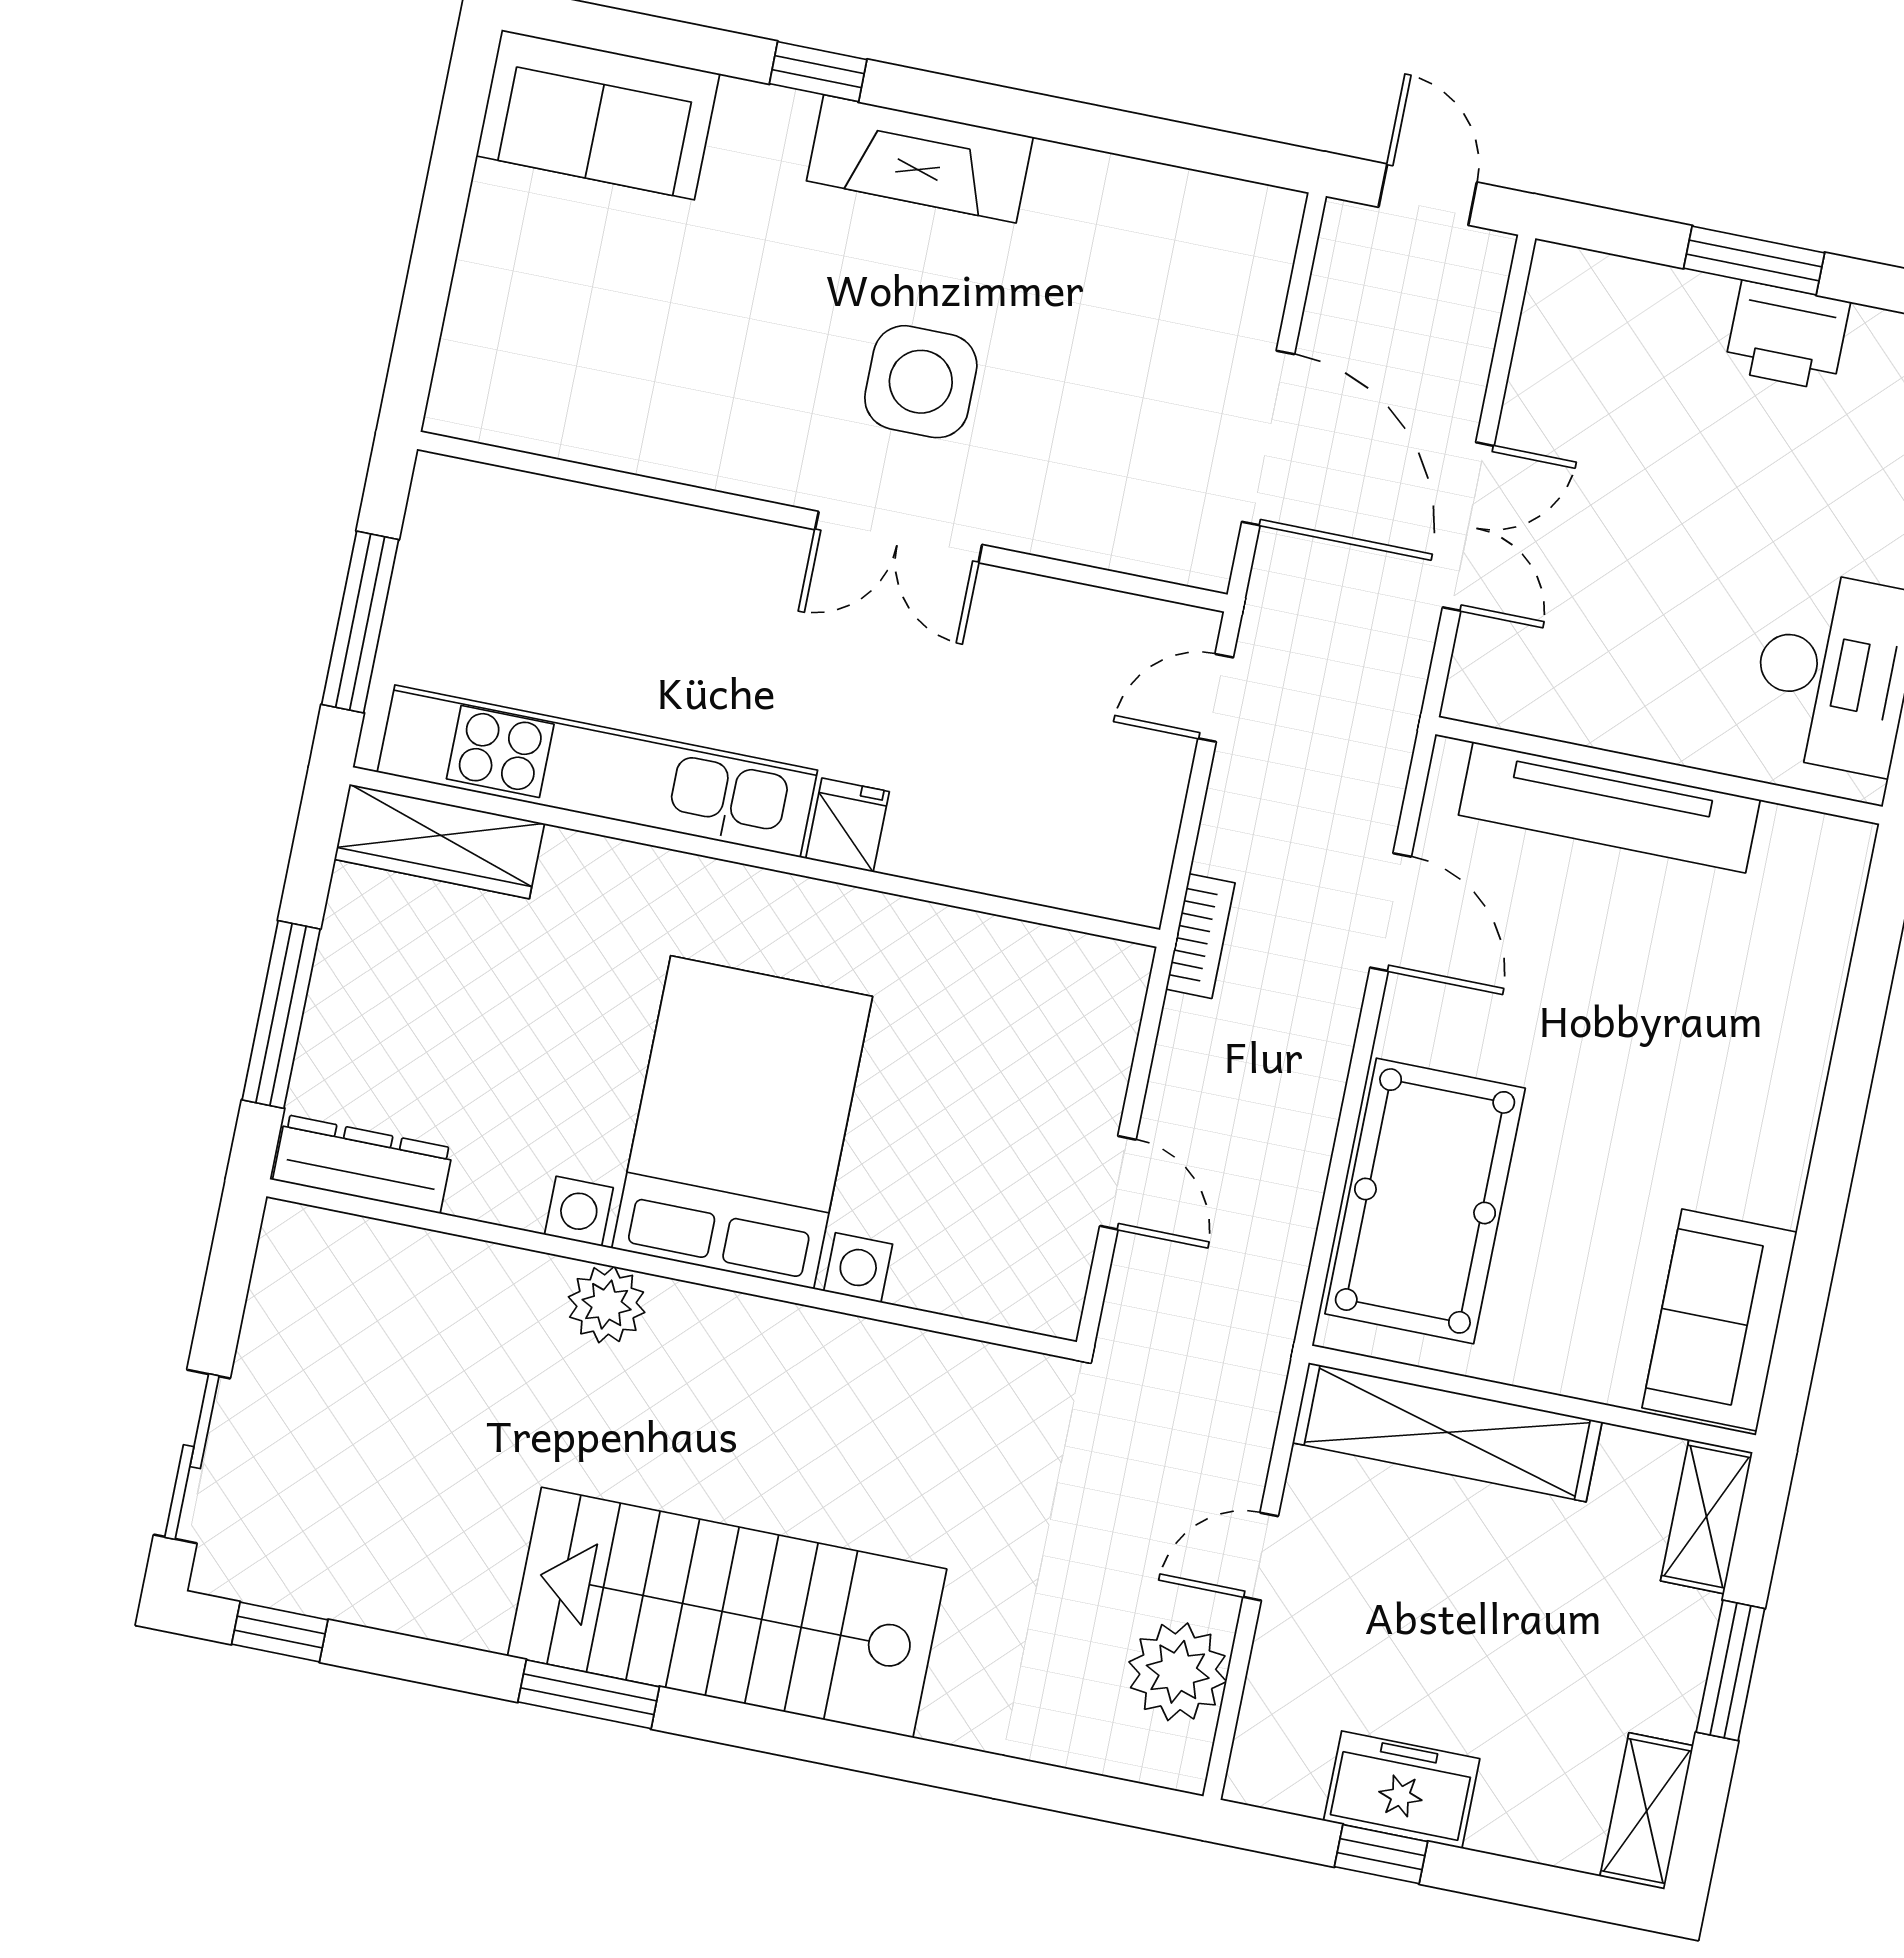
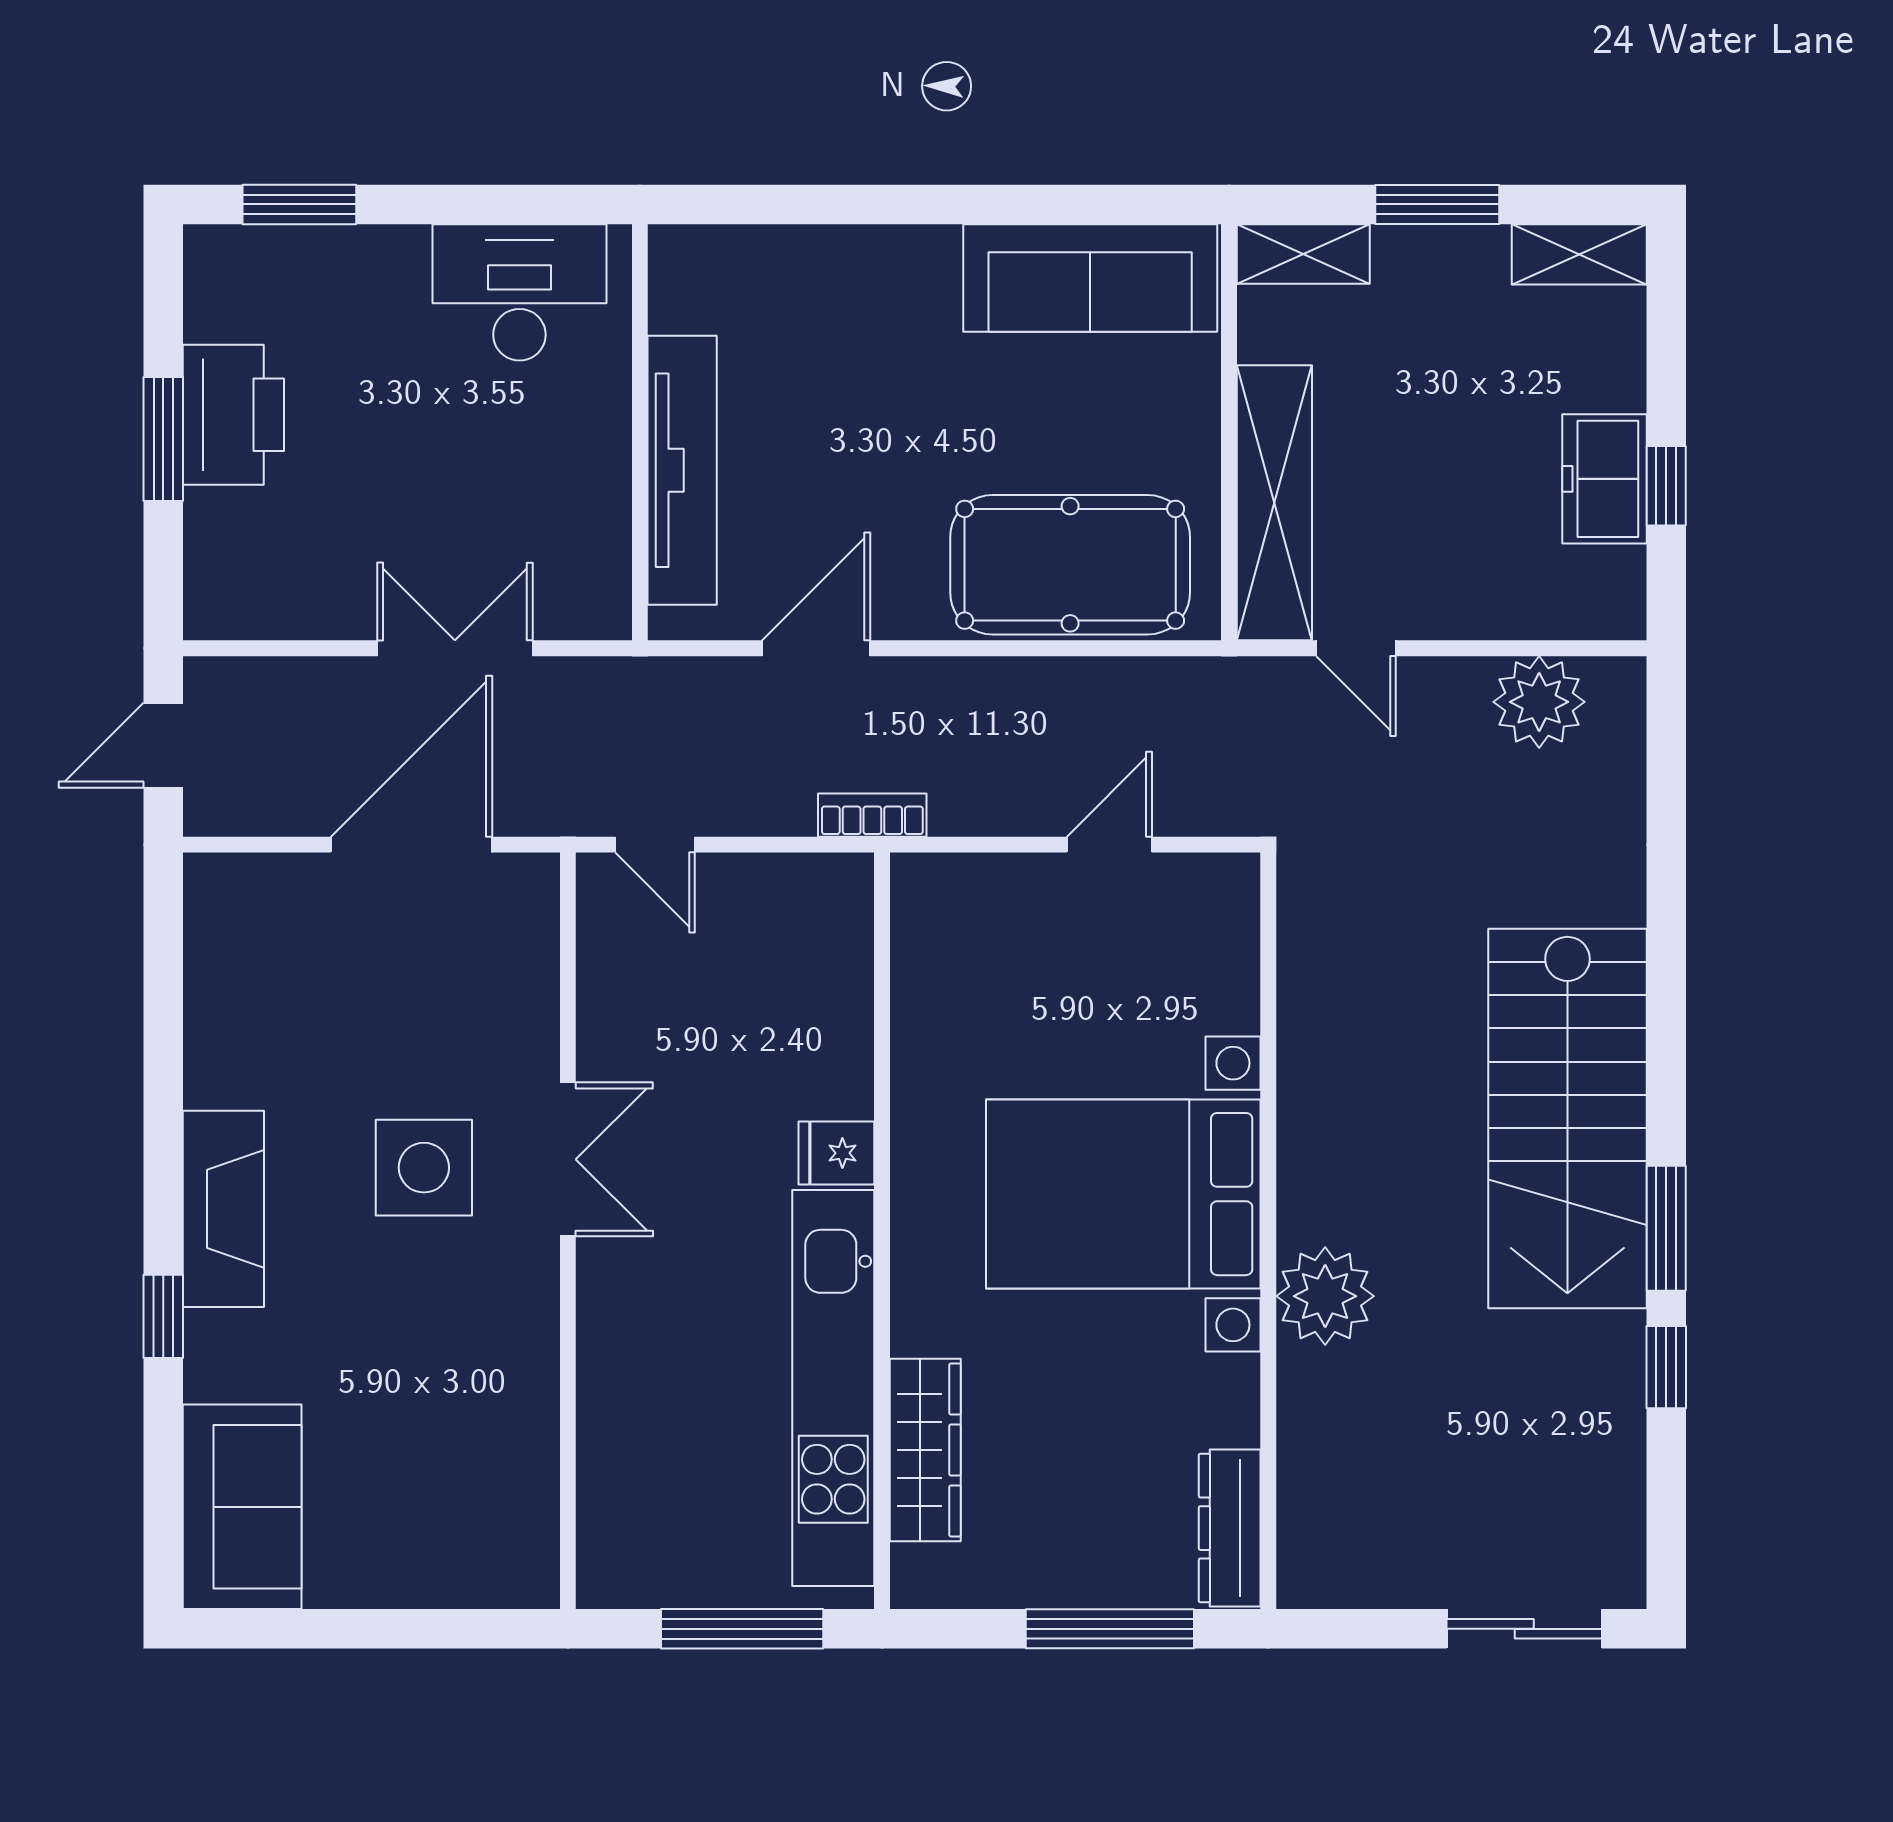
printer: (1787, 336) -> (233, 415), width x1.37, depth x1.19
wardrobe: (439, 841) -> (925, 1450), moved
plant: (607, 1305) -> (1325, 1296), width x1.36, depth x1.36
sofa: (1719, 1320) -> (1090, 278), width x1.36
door: (1261, 1557) -> (1356, 648), moved
window: (280, 1632) -> (1666, 1367), moved

